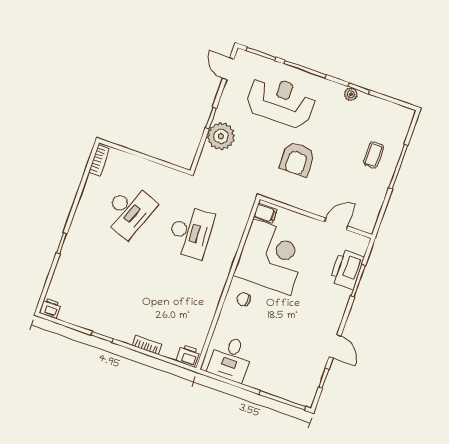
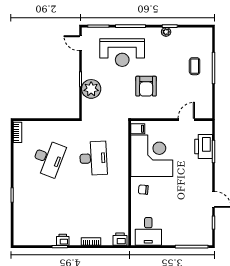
reception desk: (281, 101) -> (122, 53), turned 180
printer: (50, 308) -> (63, 240), moved

